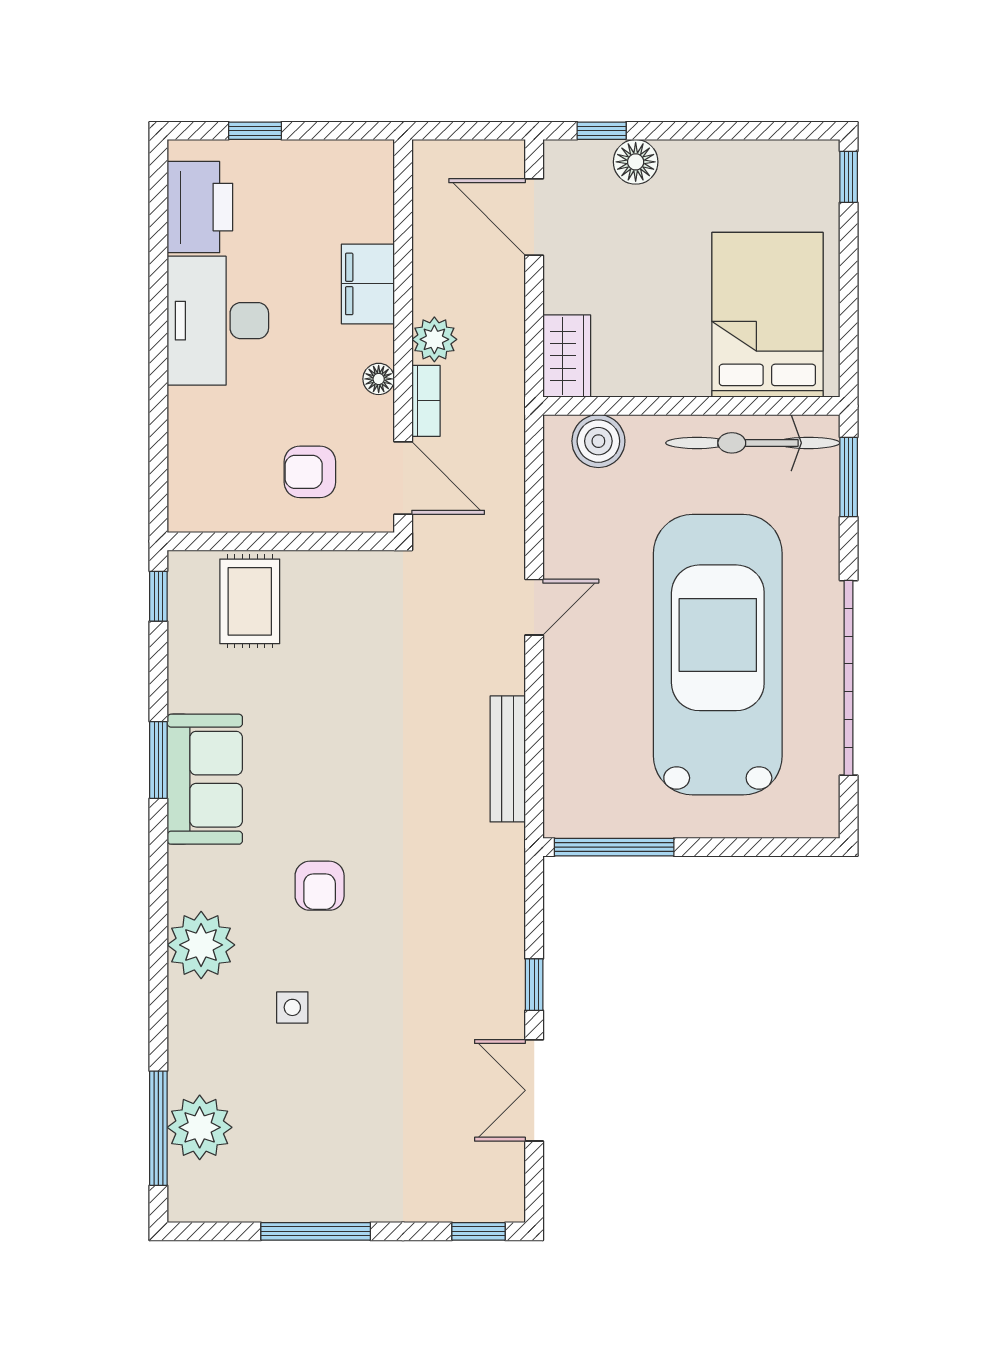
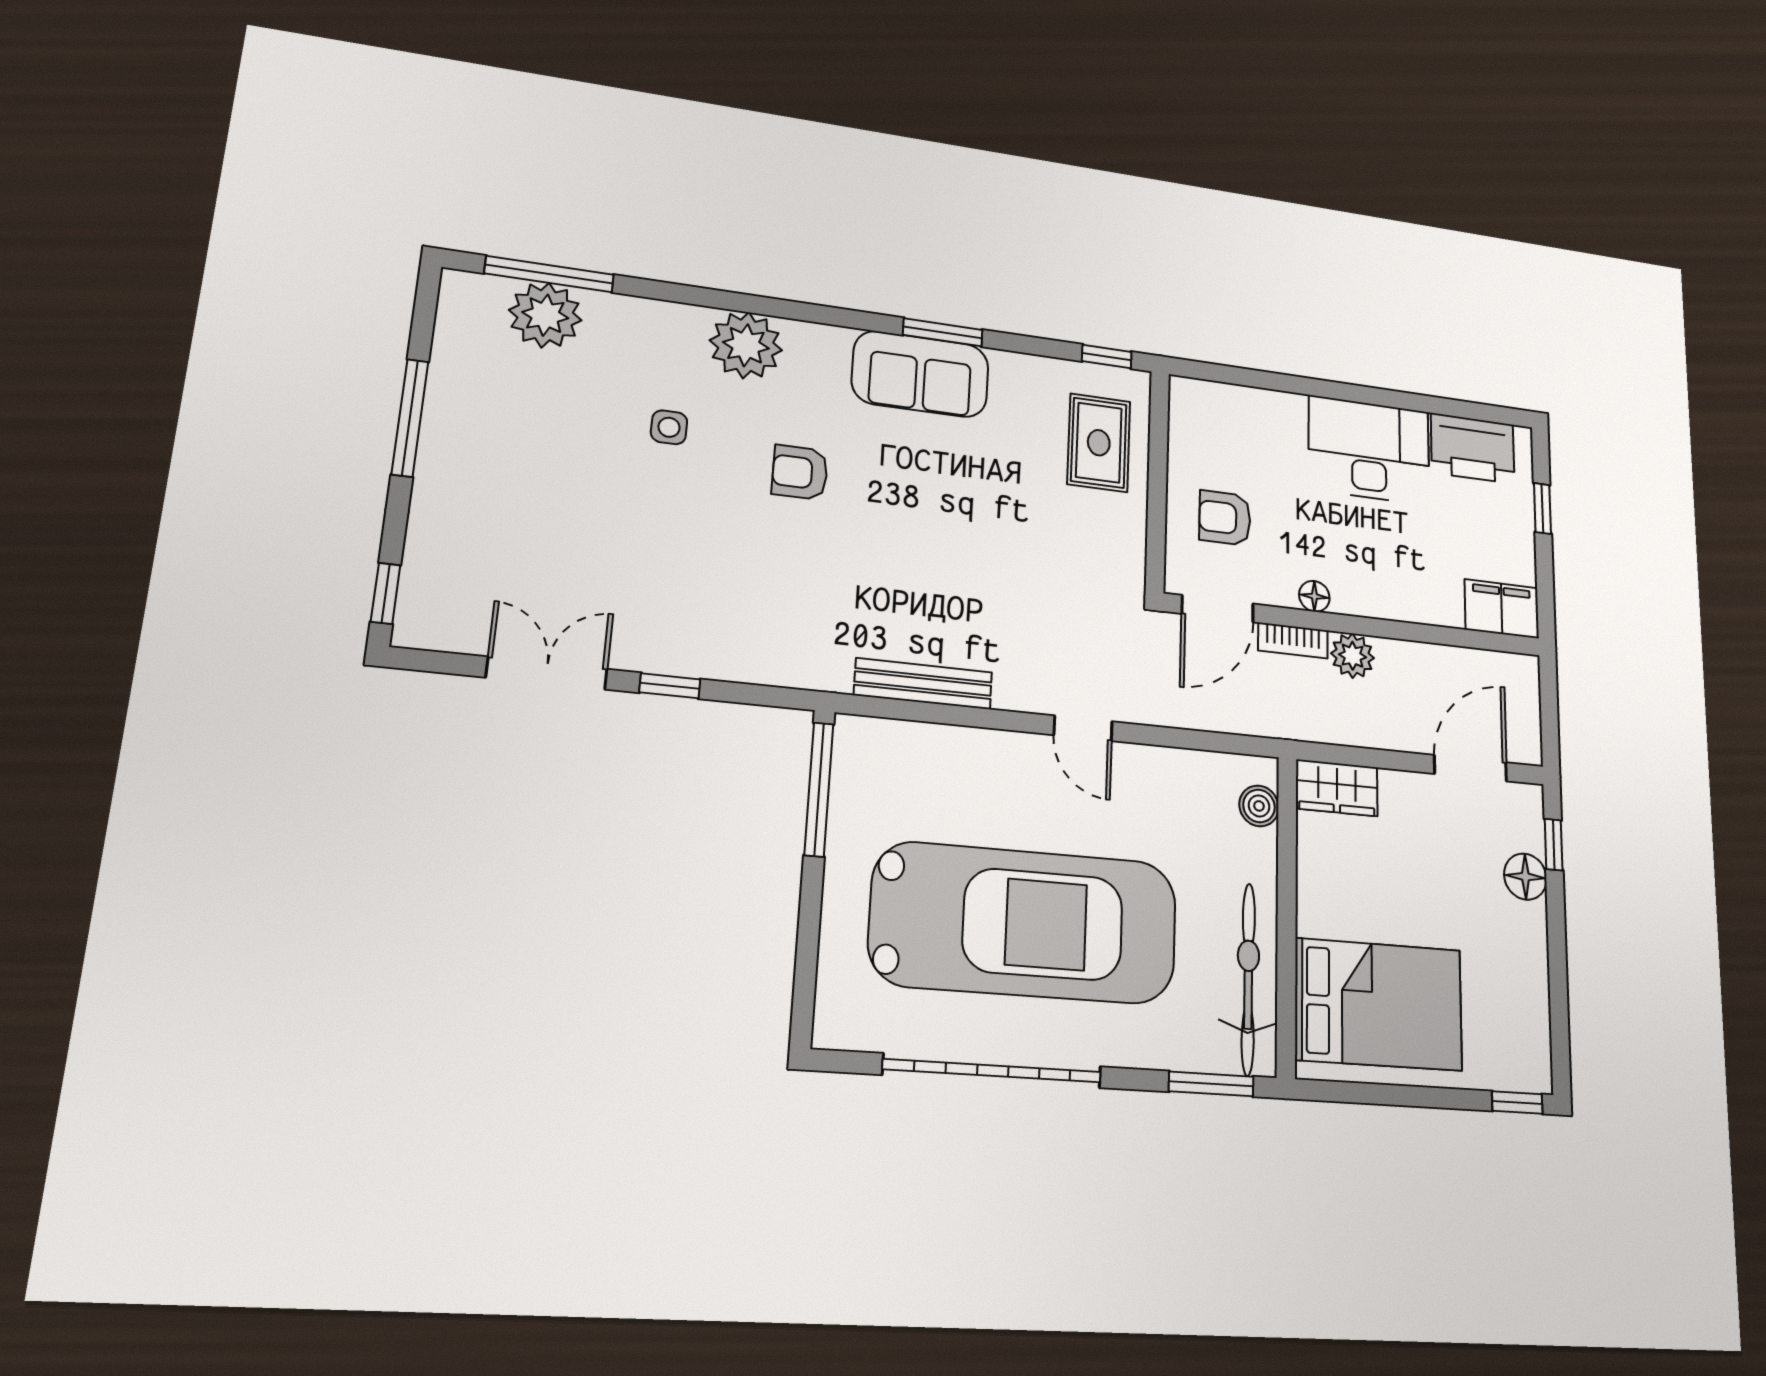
filing cabinet: (368, 284) -> (1502, 609), moved
boiler: (598, 441) -> (1259, 806), width x0.73, depth x0.73
armchair: (310, 472) -> (1225, 518), turned -90
rug: (250, 601) -> (1099, 443), turned 90

